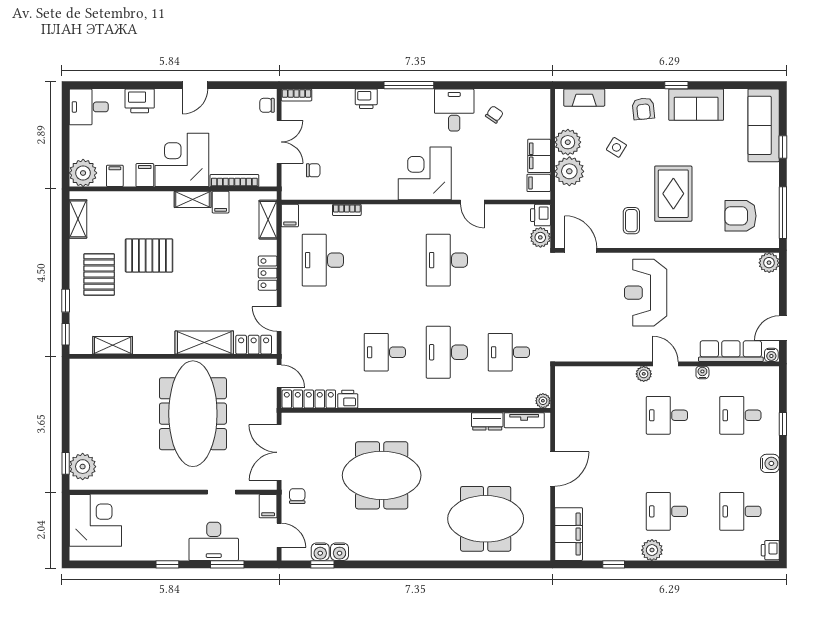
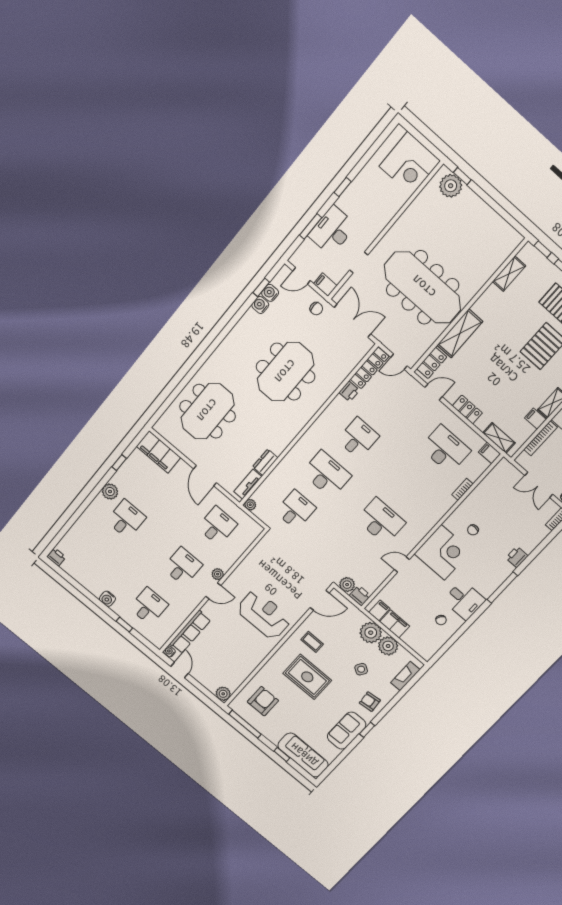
chair: (313, 170) -> (473, 530), moved
water cooler: (702, 372) -> (191, 607), removed
desk: (740, 511) -> (217, 526), moved

